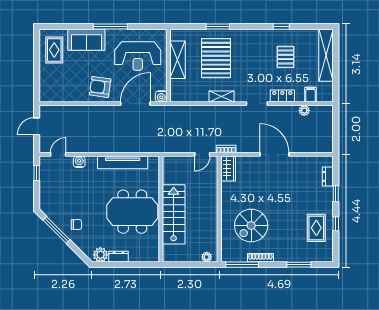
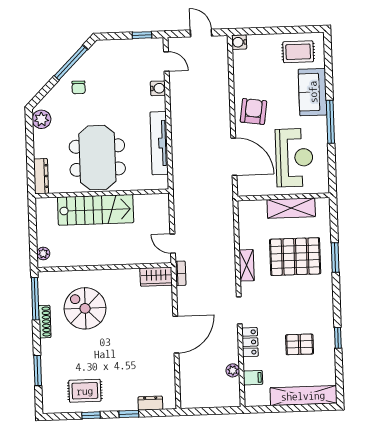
reception desk: (138, 56) -> (294, 158), turned 180
water cooler: (161, 96) -> (239, 42), moved
dresser: (119, 257) -> (41, 176), moved, width x1.44

